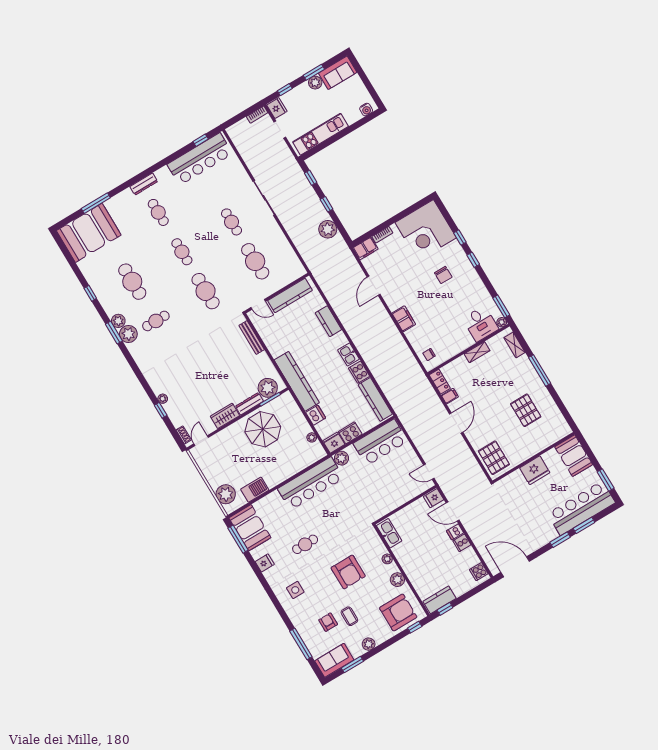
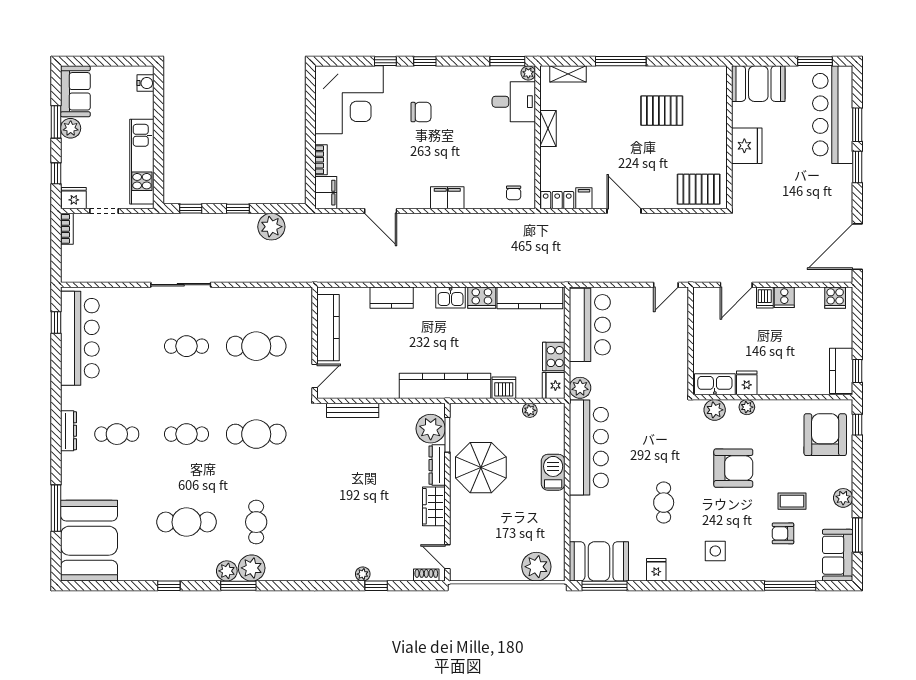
barbecue: (255, 490) -> (553, 472), moved
fridge: (434, 498) -> (747, 383), moved, turned 180
plant: (397, 580) -> (715, 410), moved

